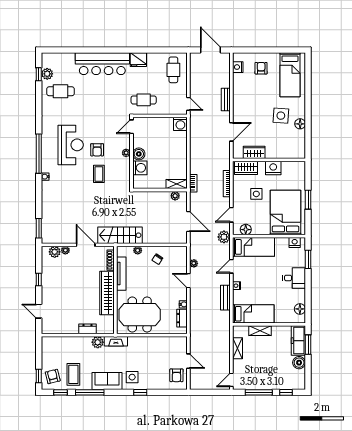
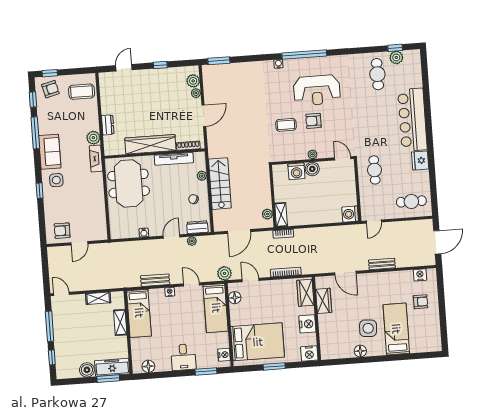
bed: (290, 75) -> (396, 329), moved, turned 90
nightstand: (299, 168) -> (309, 353), added
side table: (256, 194) -> (276, 307), removed
stairs: (120, 235) -> (220, 184), moved
dresser: (182, 318) -> (197, 227), moved
coffee table: (73, 374) -> (82, 92), moved

